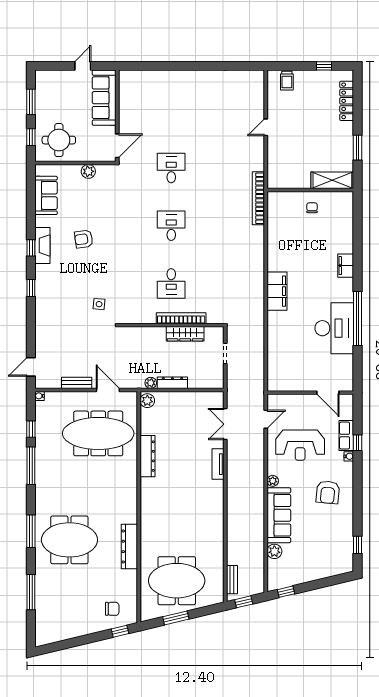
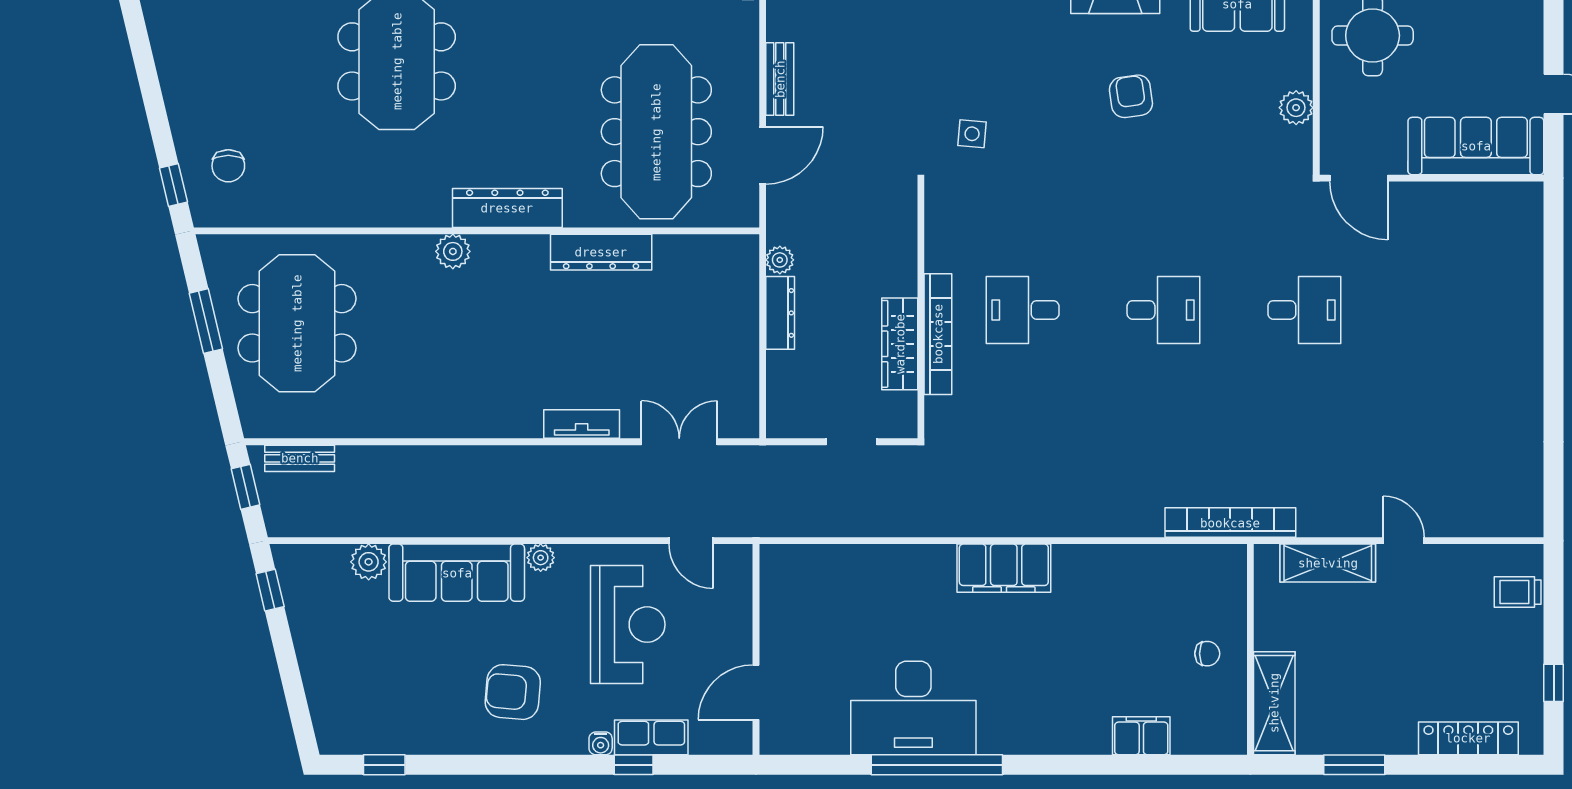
shelving: (275, 158) -> (1328, 563), added
filing cabinet: (346, 266) -> (1141, 736), moved
plant: (147, 401) -> (453, 251), moved
reception desk: (300, 445) -> (628, 625), turned 180
dresser: (129, 546) -> (507, 208), moved

